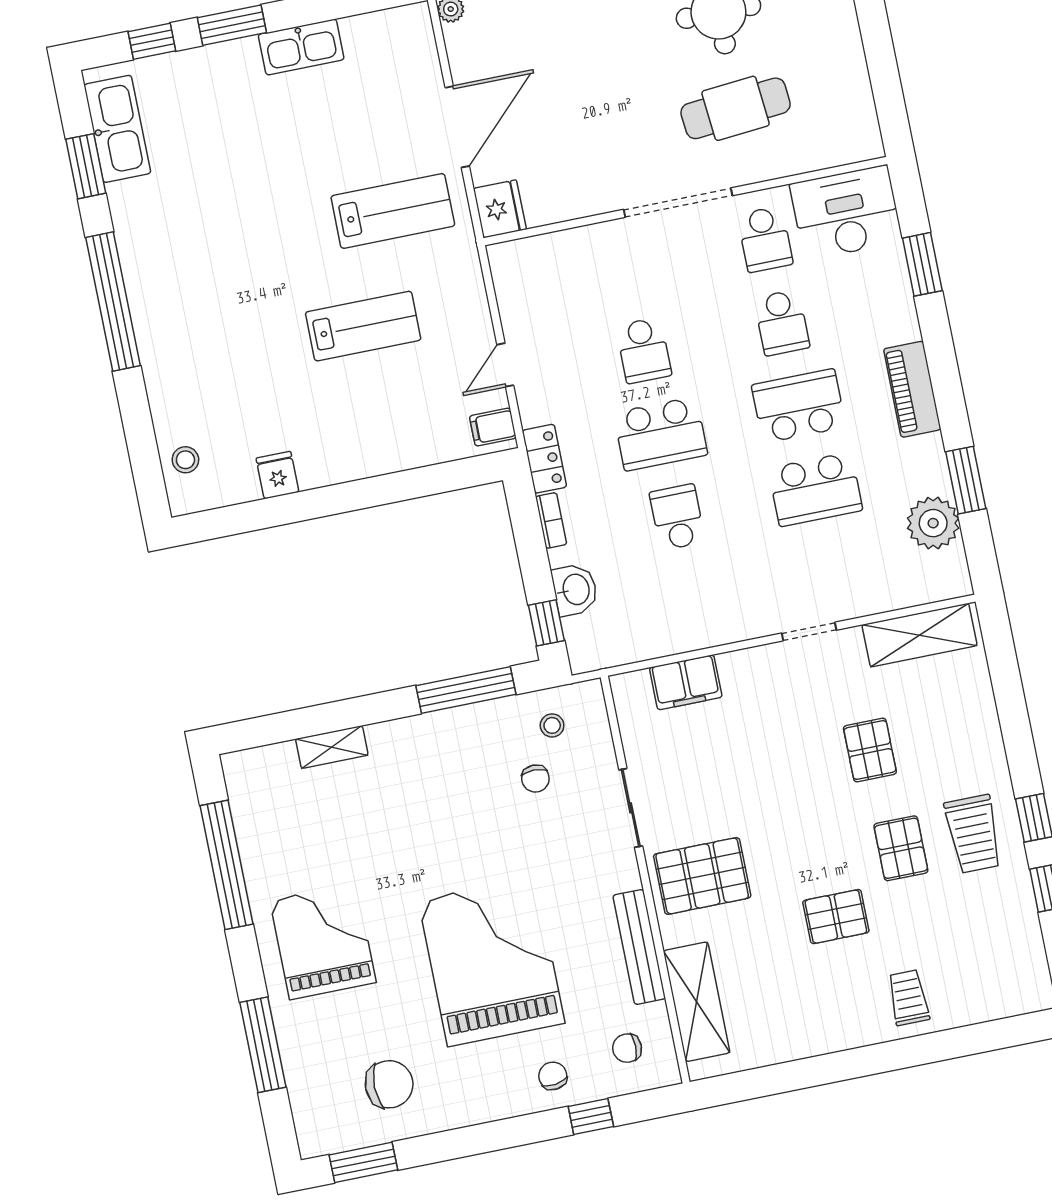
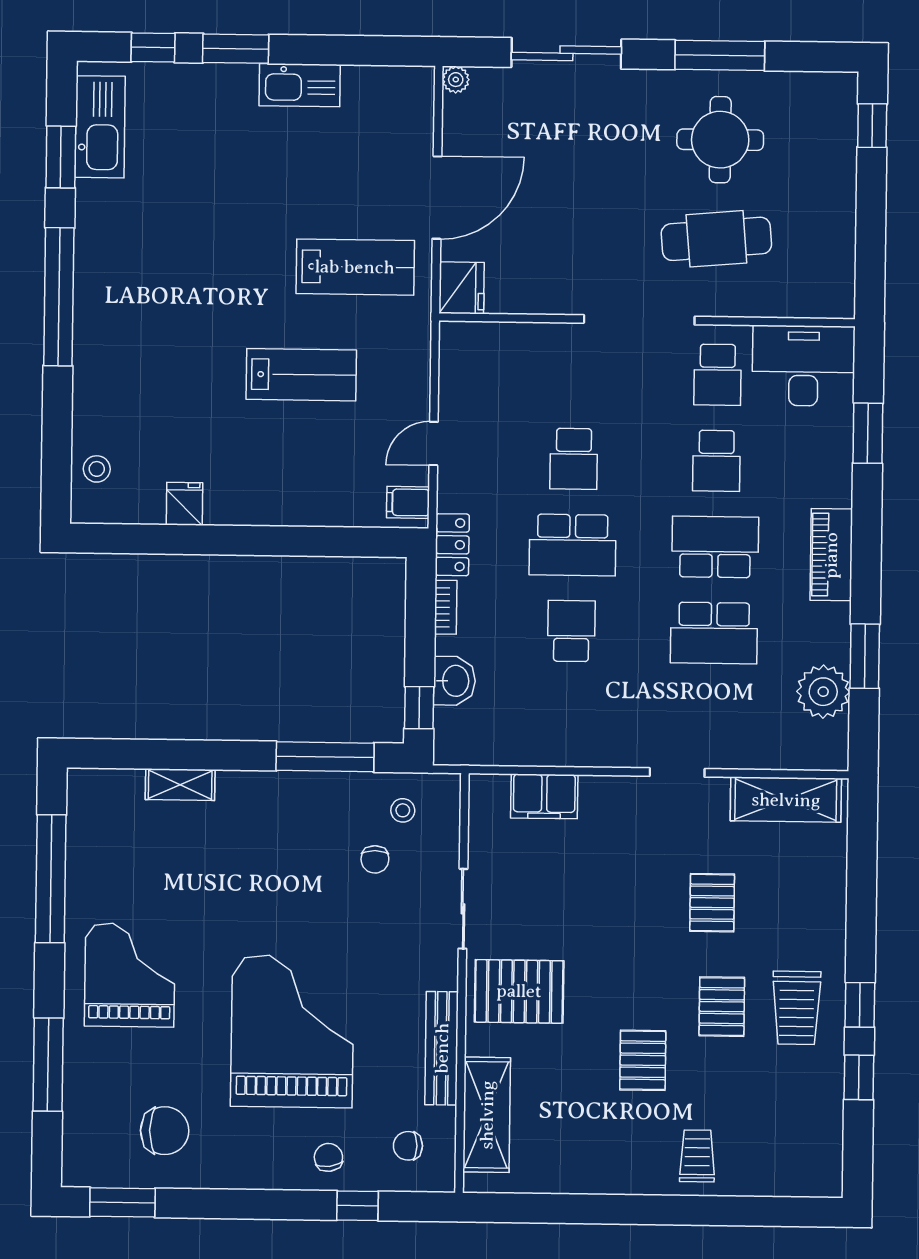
pallet: (836, 917) -> (643, 1060), turned 90

